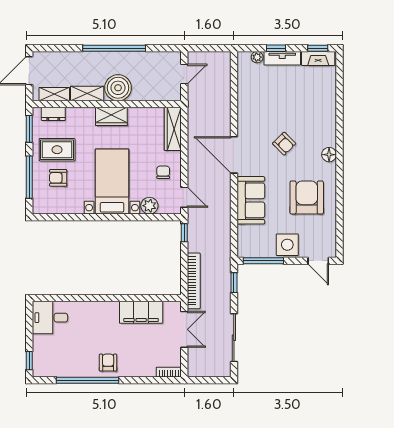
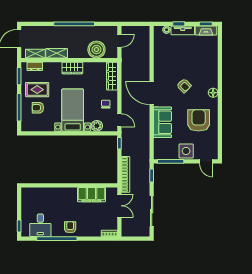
boiler: (118, 88) -> (96, 50), moved
desk: (50, 318) -> (40, 225), moved, turned -90

